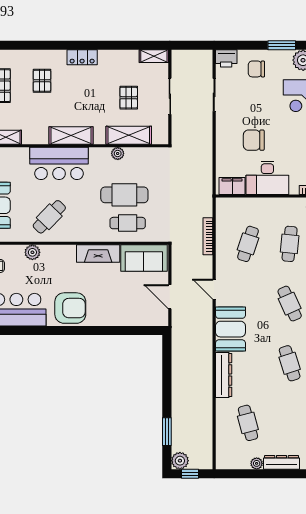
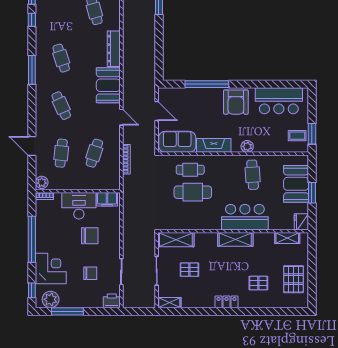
window: (282, 45) -> (67, 311), width x1.44
chair: (256, 69) -> (90, 273), moved
pallet: (42, 81) -> (258, 283), turned 90
pallet: (129, 98) -> (189, 270), turned 90
shelving: (129, 135) -> (176, 240), moved
plant: (118, 154) -> (198, 225), removed
cafe table: (49, 217) -> (253, 175), turned -48
plant: (32, 252) -> (247, 146), moved
armchair: (70, 308) -> (236, 102), turned -90
window: (107, 330) -> (207, 84), added

